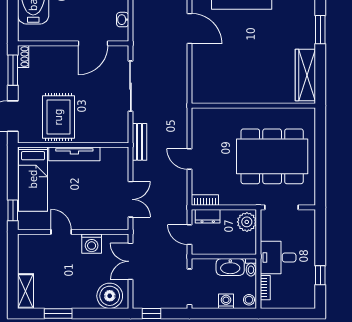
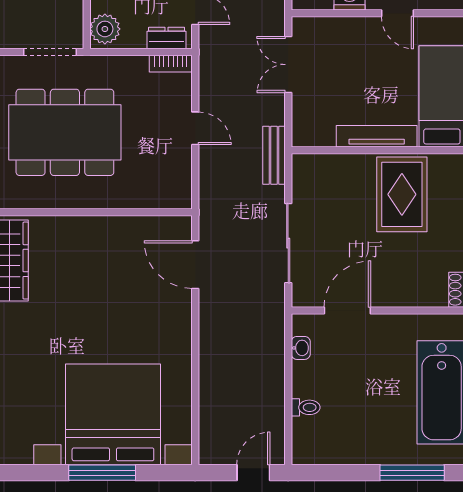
door: (189, 29) -> (195, 265), moved

